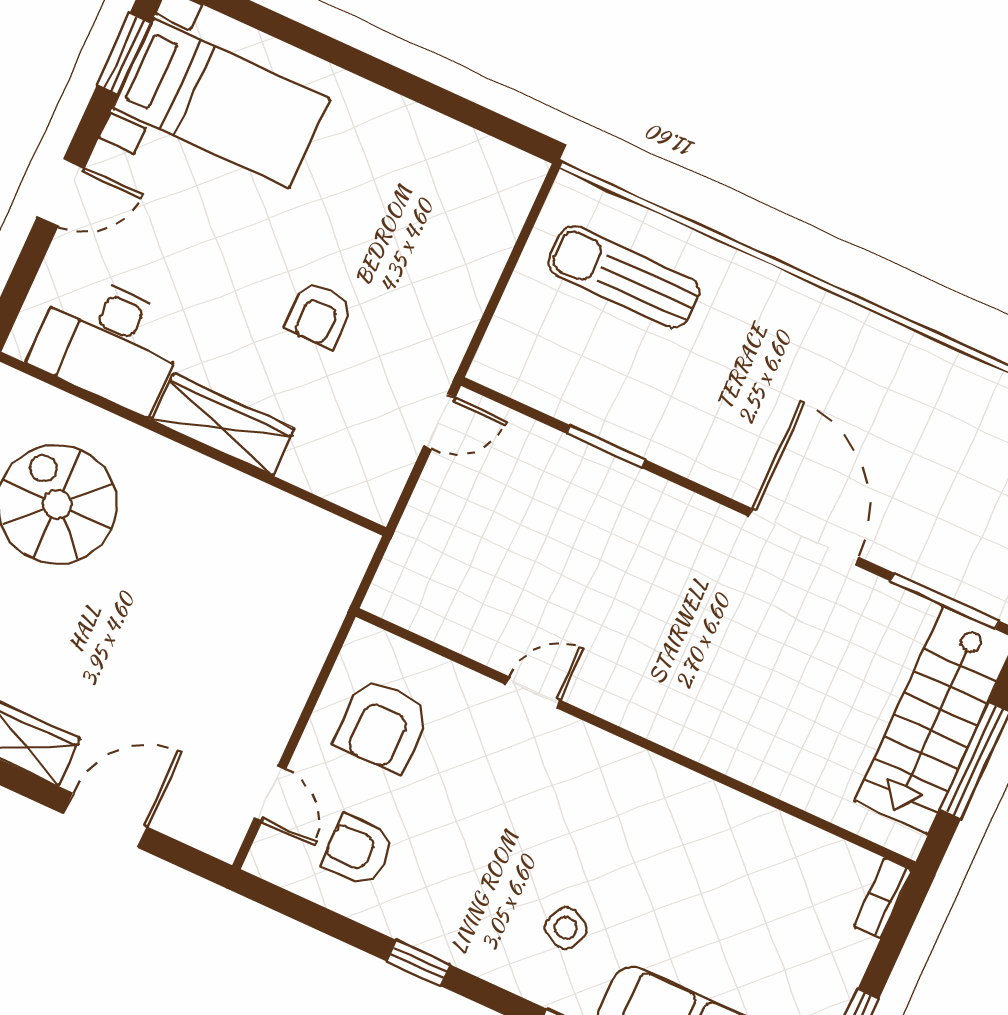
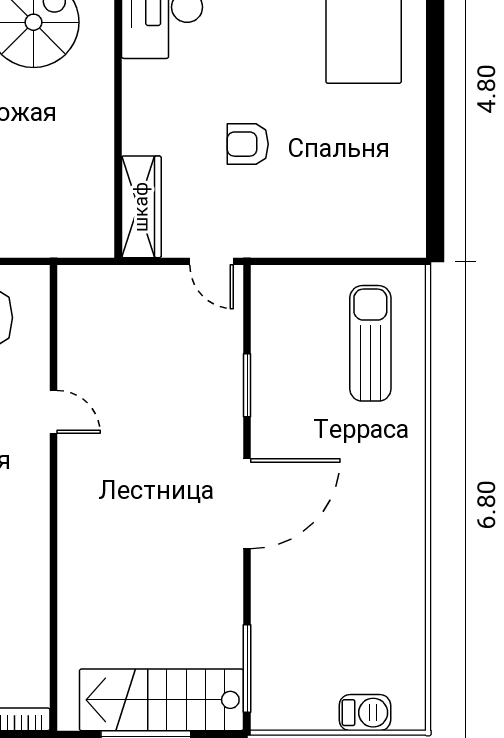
wardrobe: (223, 425) -> (141, 207), moved
door: (804, 537) -> (247, 504), moved

